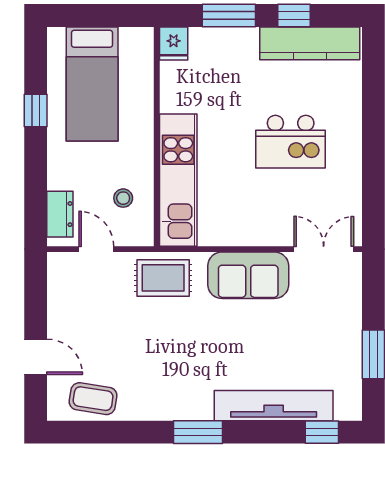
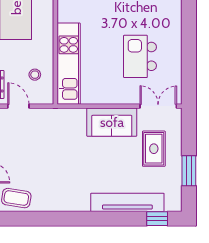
kitchen island: (291, 142) -> (140, 56), moved, turned 90
rug: (163, 278) -> (154, 149), moved, turned 90
window: (198, 432) -> (81, 219), removed

